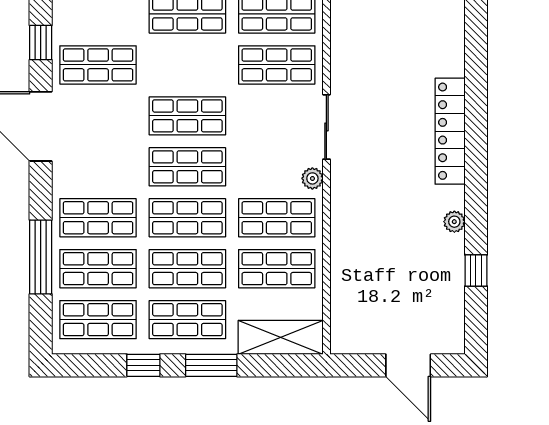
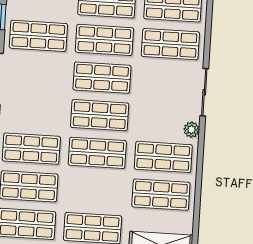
shop shelf: (187, 269) -> (104, 40), moved

